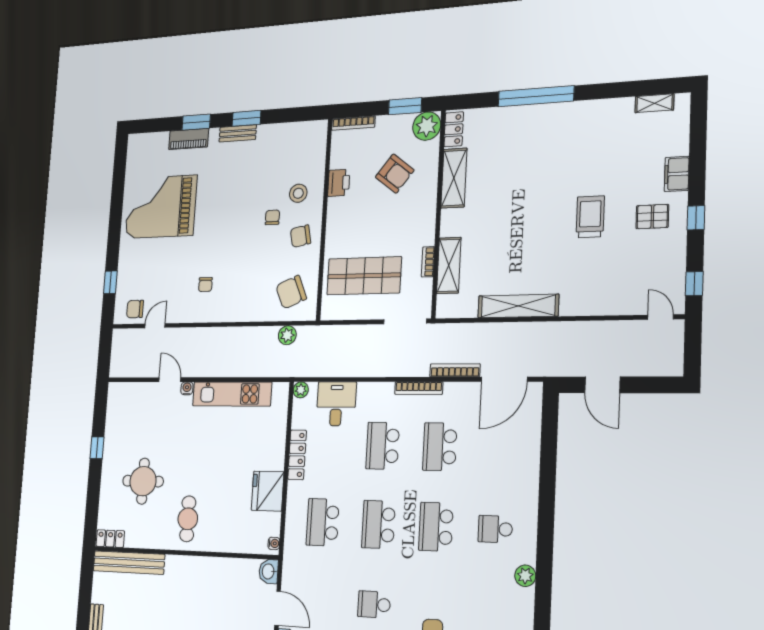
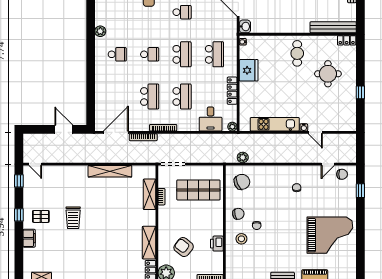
school desk: (436, 527) -> (150, 54), width x0.54

